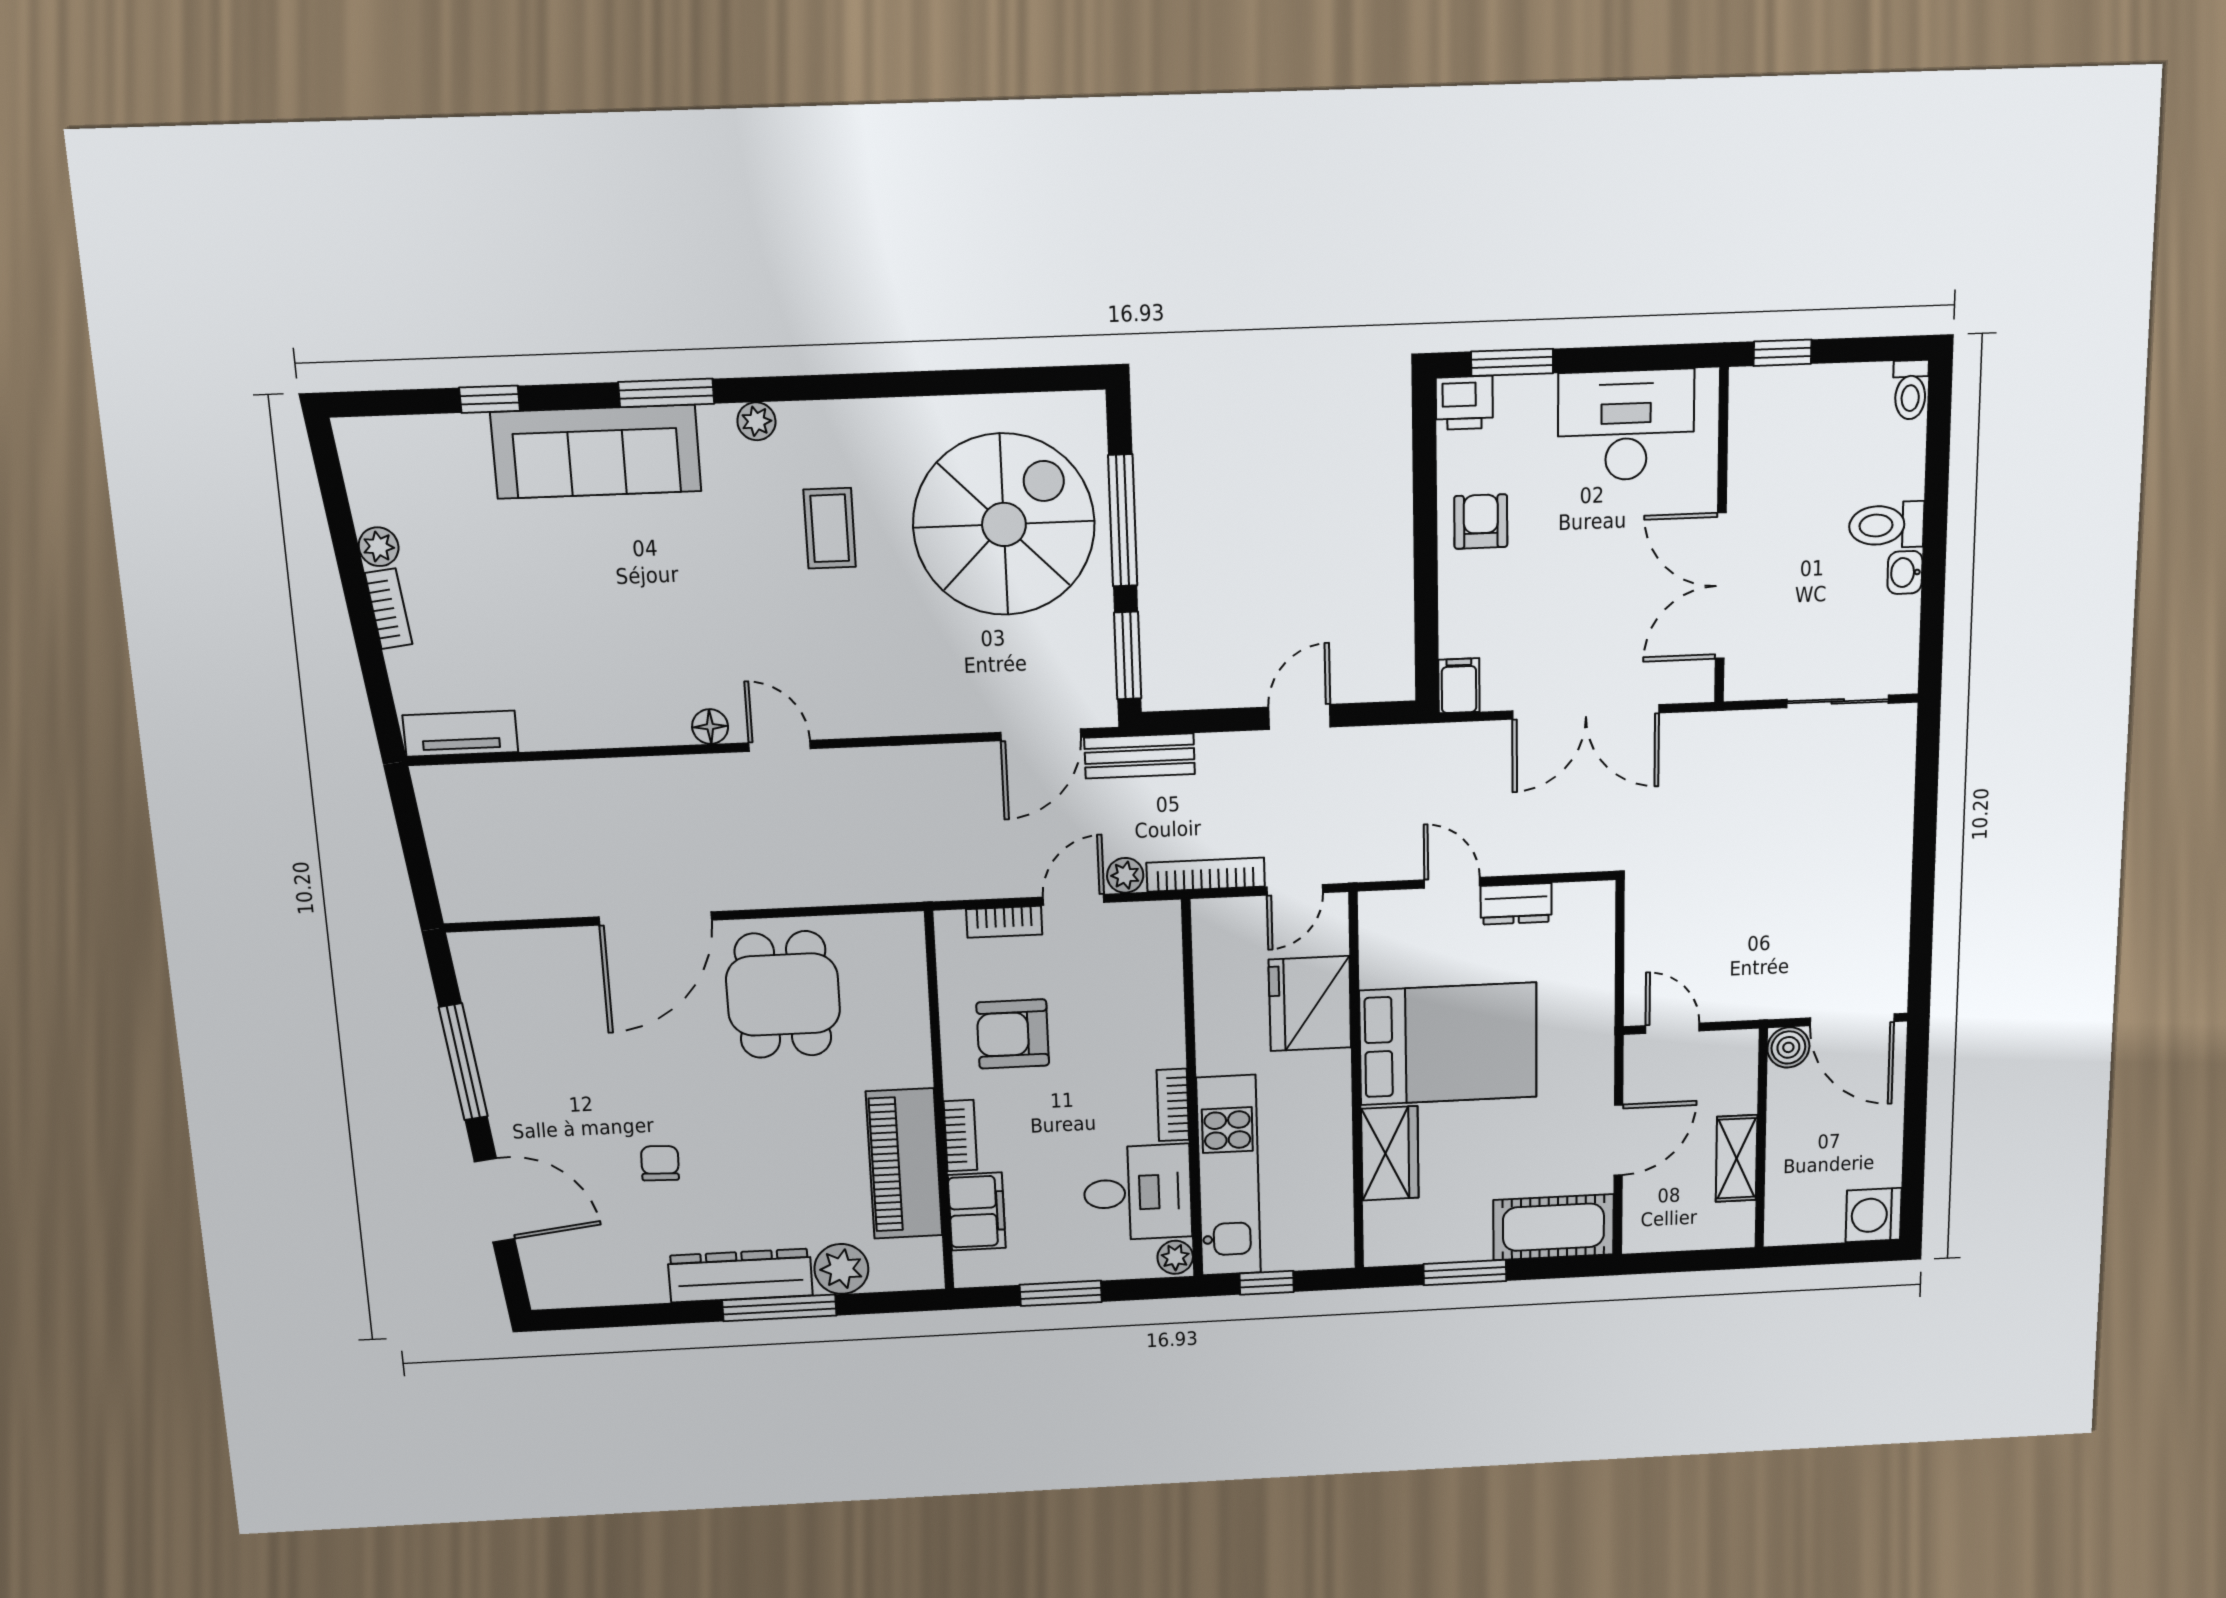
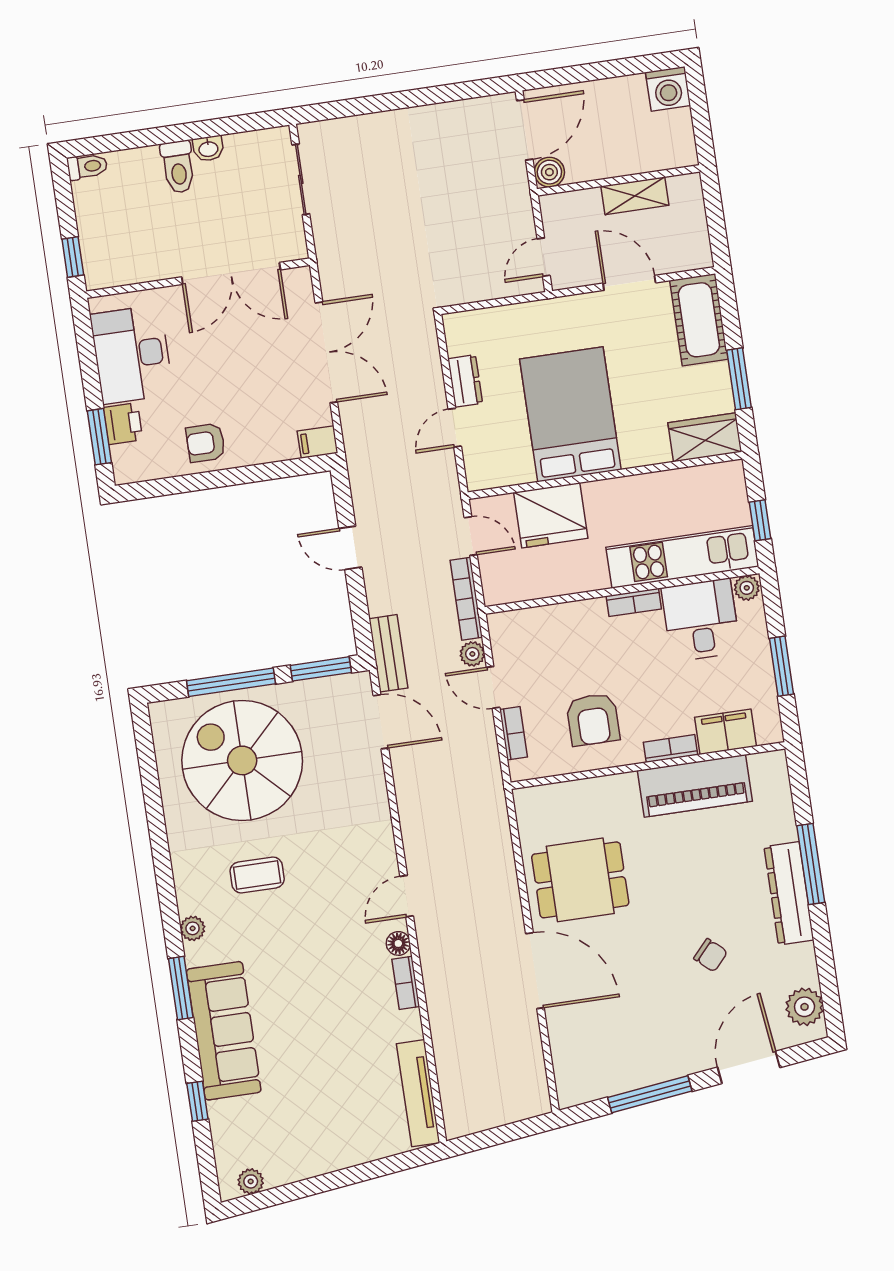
printer: (1464, 403) -> (123, 424), moved
plant: (379, 547) -> (251, 1181), moved
bookcase: (389, 609) -> (406, 983), moved, turned -83
tv unit: (461, 734) -> (418, 1093), width x1.41
wardrobe: (1390, 1153) -> (705, 437), moved
chair: (660, 1163) -> (711, 955), turned -140
plant: (841, 1269) -> (805, 1007), moved

